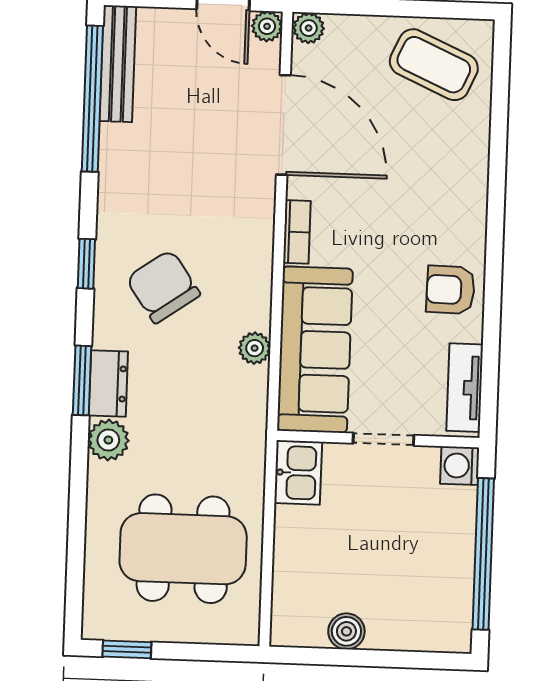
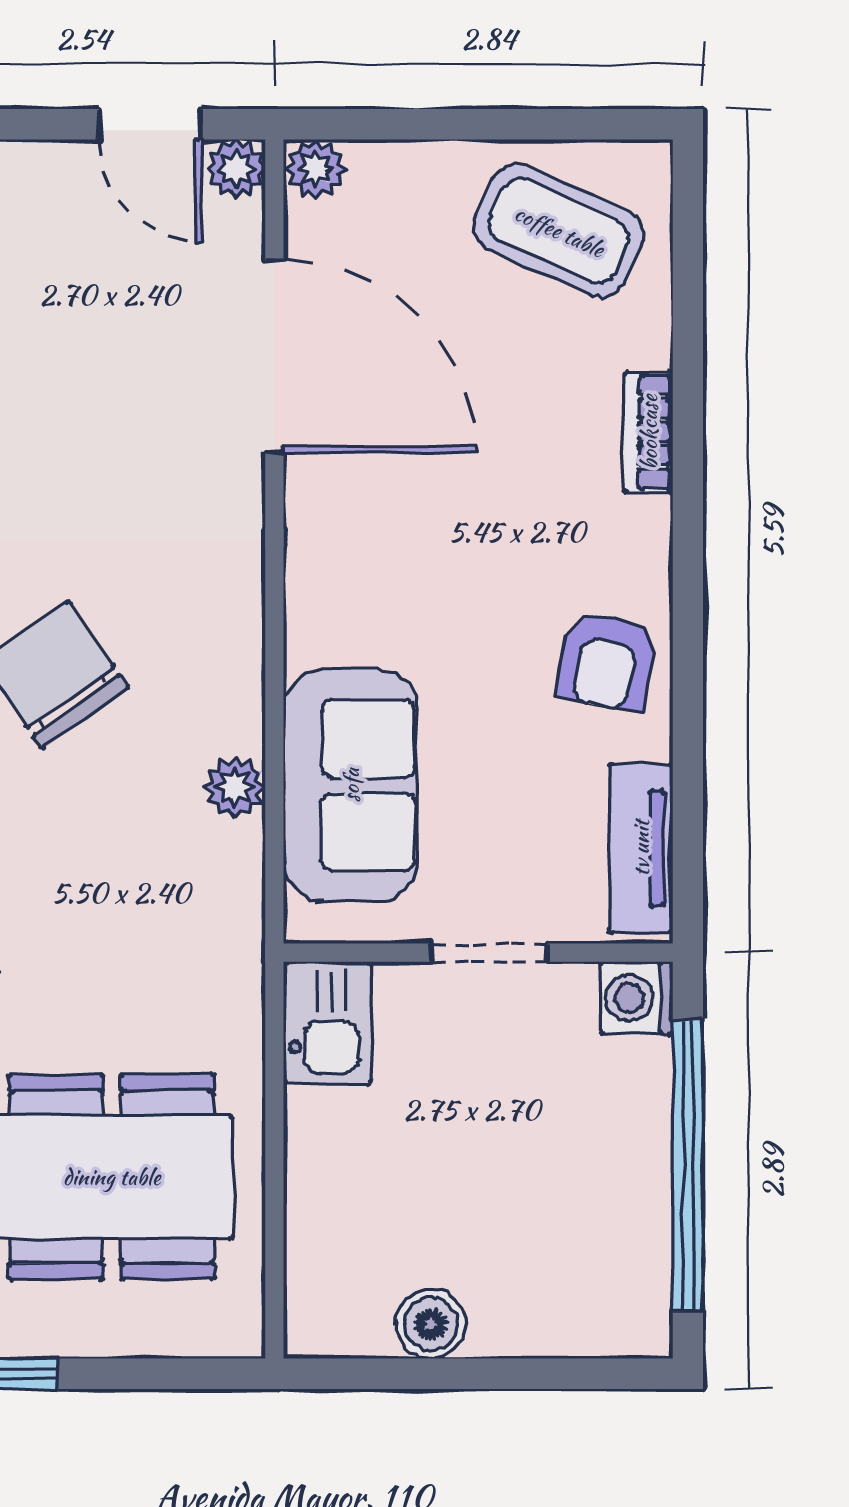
bookcase: (297, 232) -> (649, 432), moved, turned 180
armchair: (451, 290) -> (607, 661), turned -80
sofa: (315, 350) -> (351, 785), width x0.73

